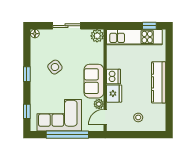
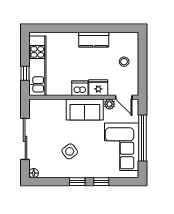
sliding door: (67, 26) -> (25, 139), width x1.37
window: (149, 26) -> (25, 73), moved
plant: (97, 36) -> (36, 106), removed
kitchen counter: (159, 82) -> (94, 40), width x0.67
window: (27, 111) -> (101, 182), moved

